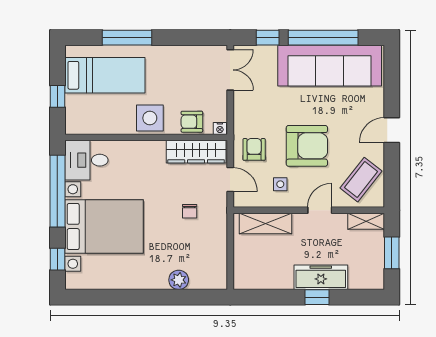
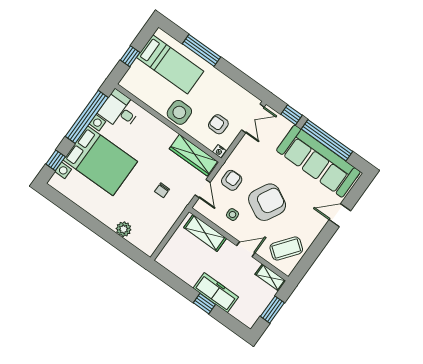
armchair: (192, 122) -> (218, 124), moved
door: (392, 130) -> (340, 215), moved
armchair: (307, 146) -> (267, 202), turned -62

